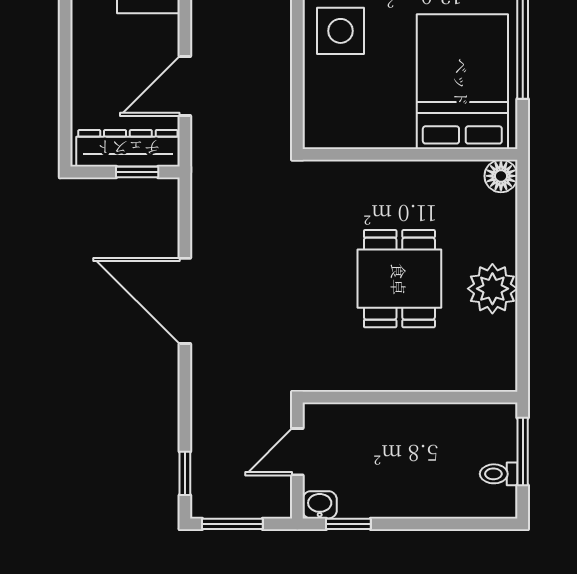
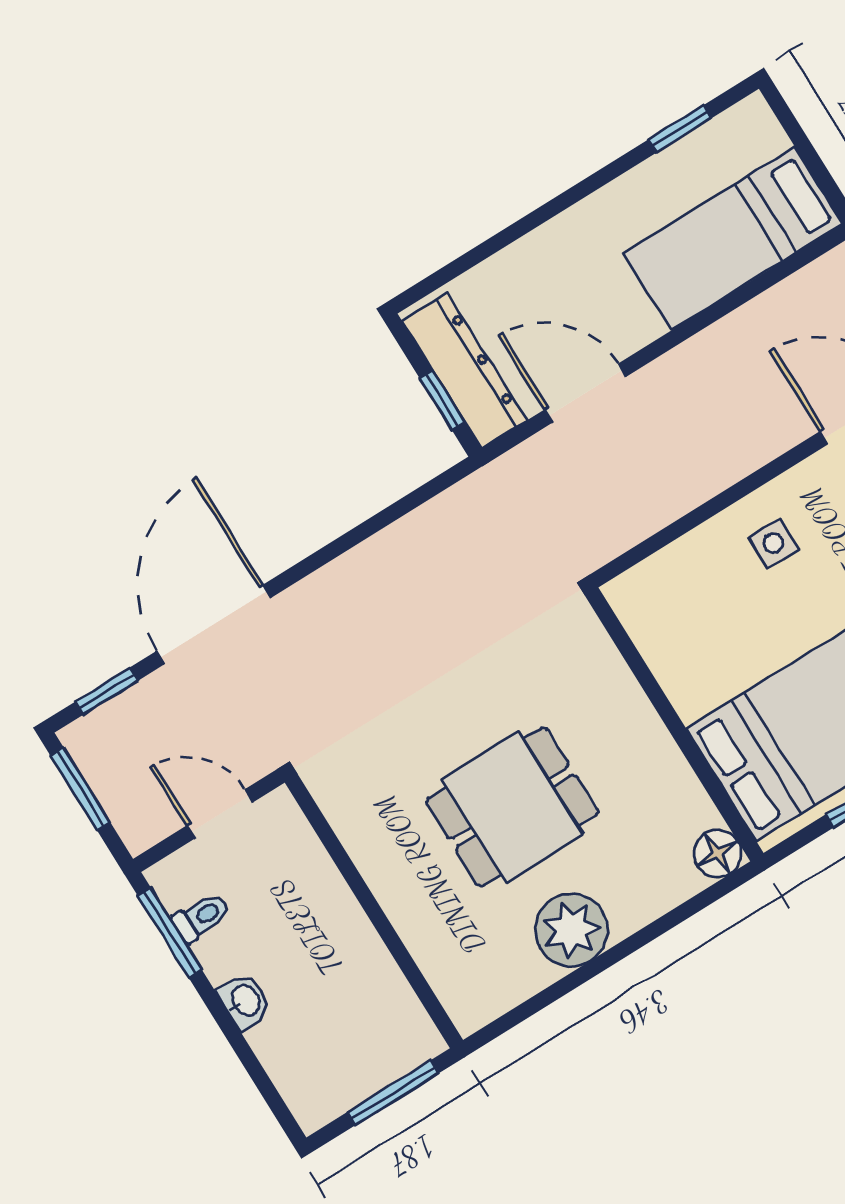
side table: (341, 31) -> (774, 543), width x0.54, depth x0.54
door: (185, 301) -> (214, 624), moved
toilet: (499, 474) -> (201, 917), moved, turned 90
washbasin: (320, 505) -> (245, 1001), moved
window: (348, 524) -> (170, 933), width x1.50

